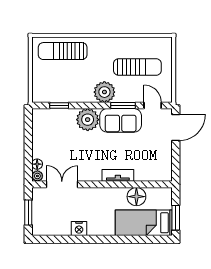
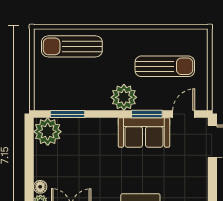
window: (59, 105) -> (68, 114), width x1.50
door: (153, 105) -> (184, 114), hinge flipped
plant: (88, 120) -> (48, 132), moved

